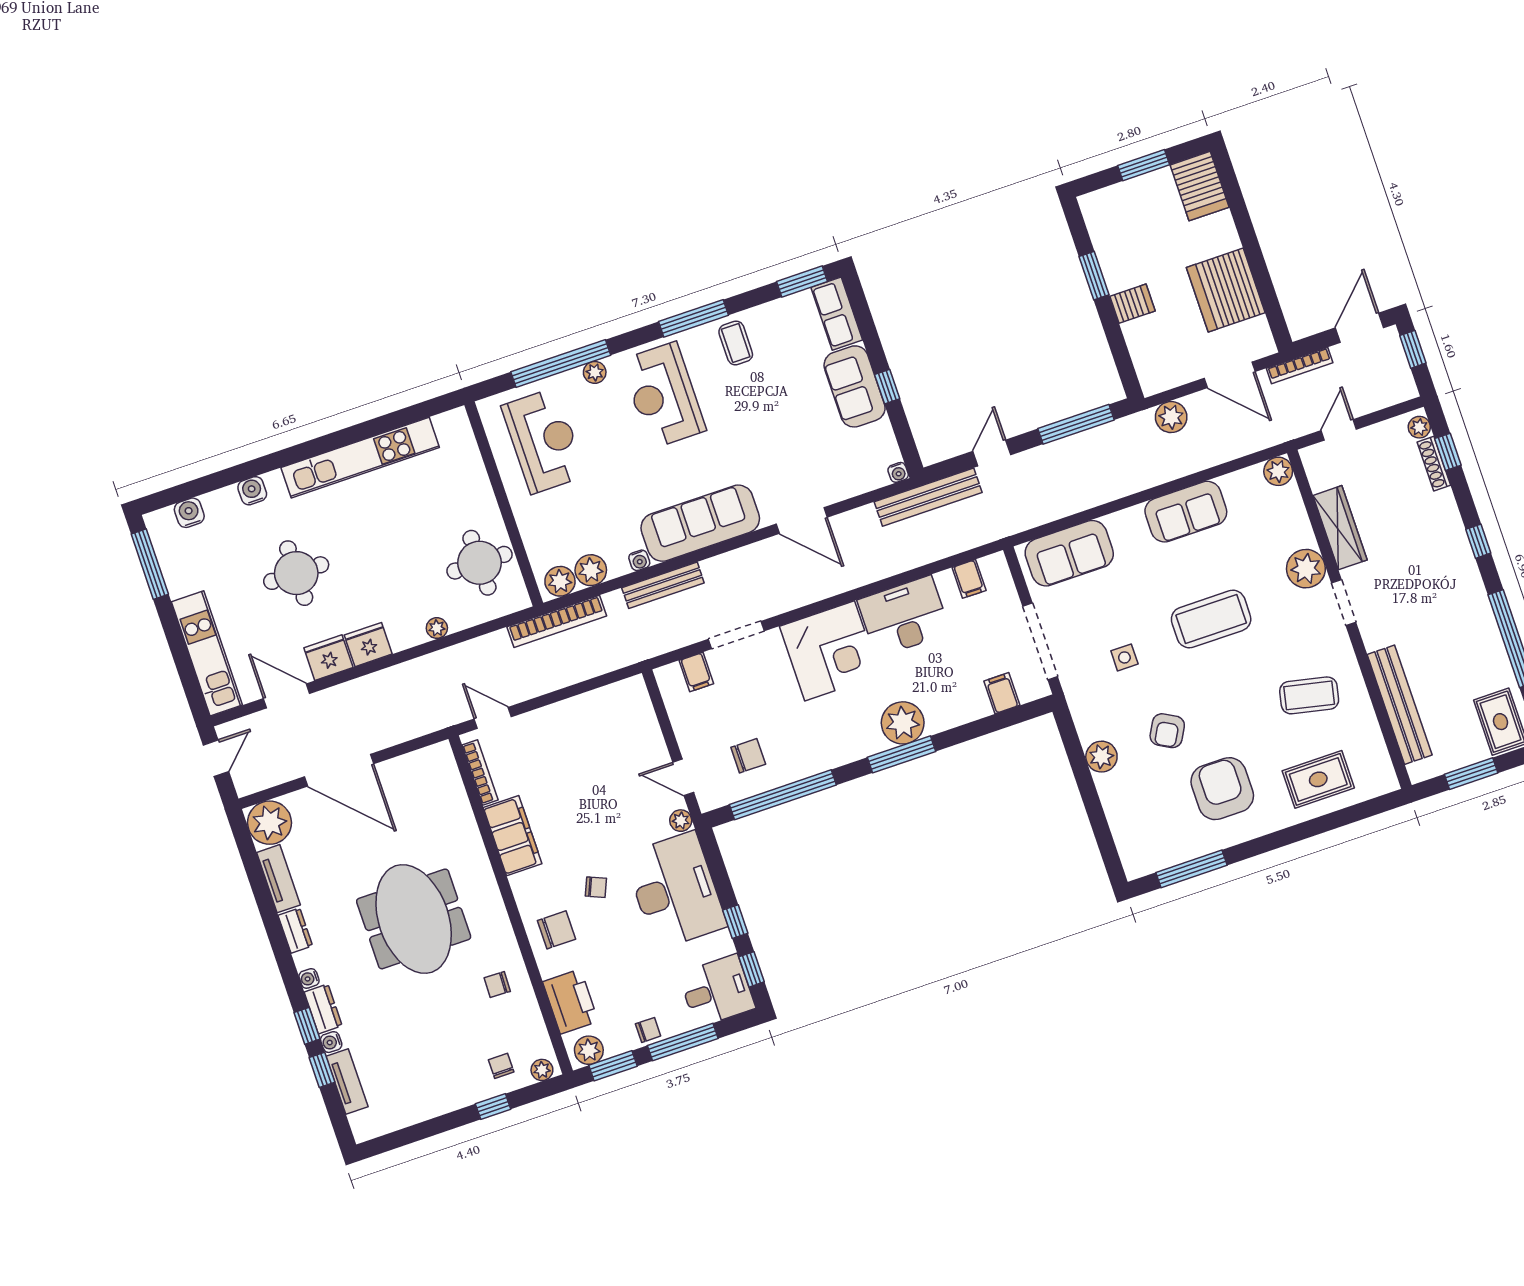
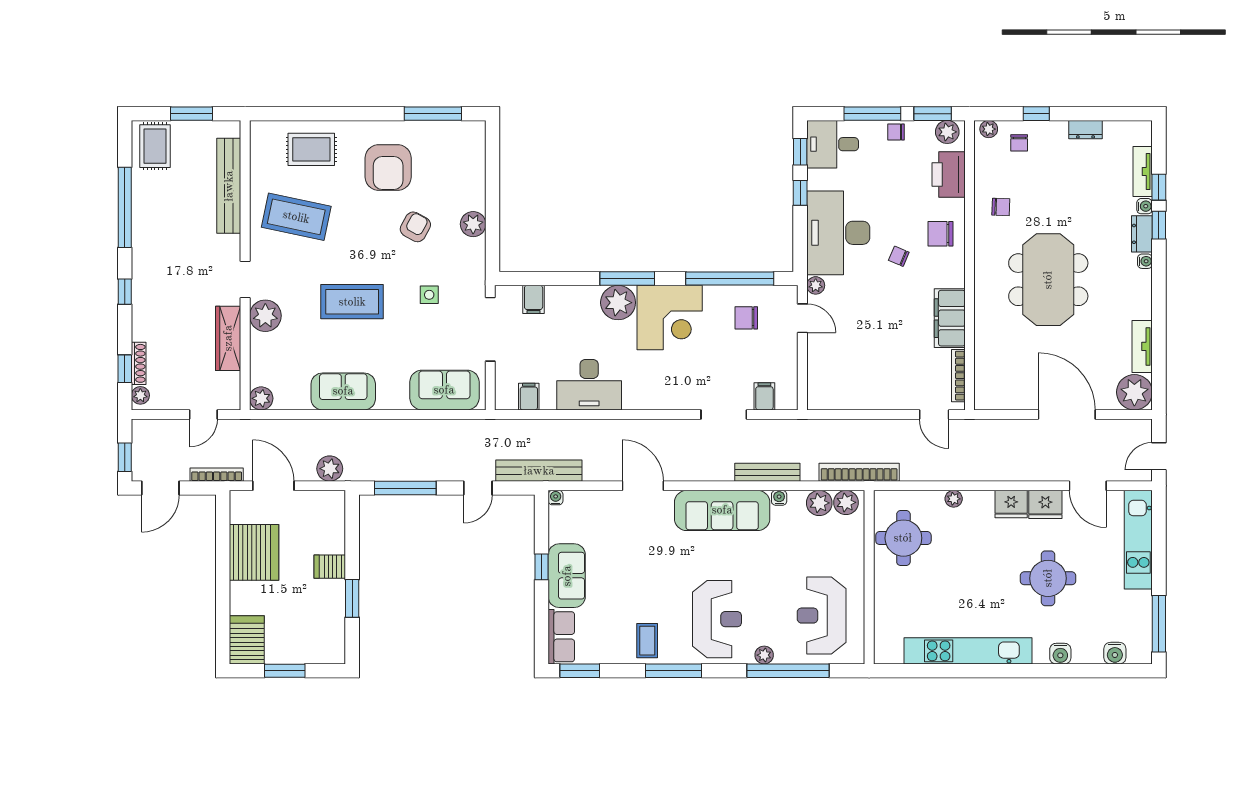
corner desk: (830, 651) -> (670, 318), moved, turned 180
coffee table: (1309, 695) -> (296, 217), width x1.36, depth x1.32
dresser: (295, 931) -> (1085, 130), moved, turned -90

